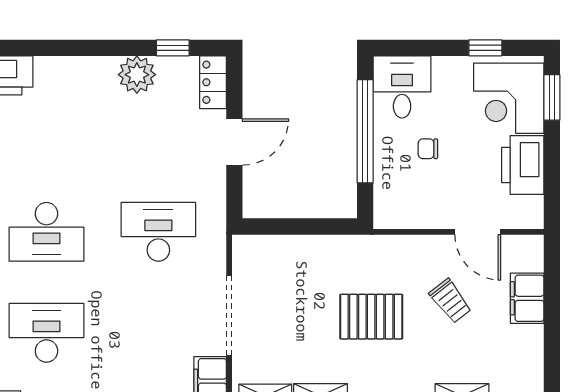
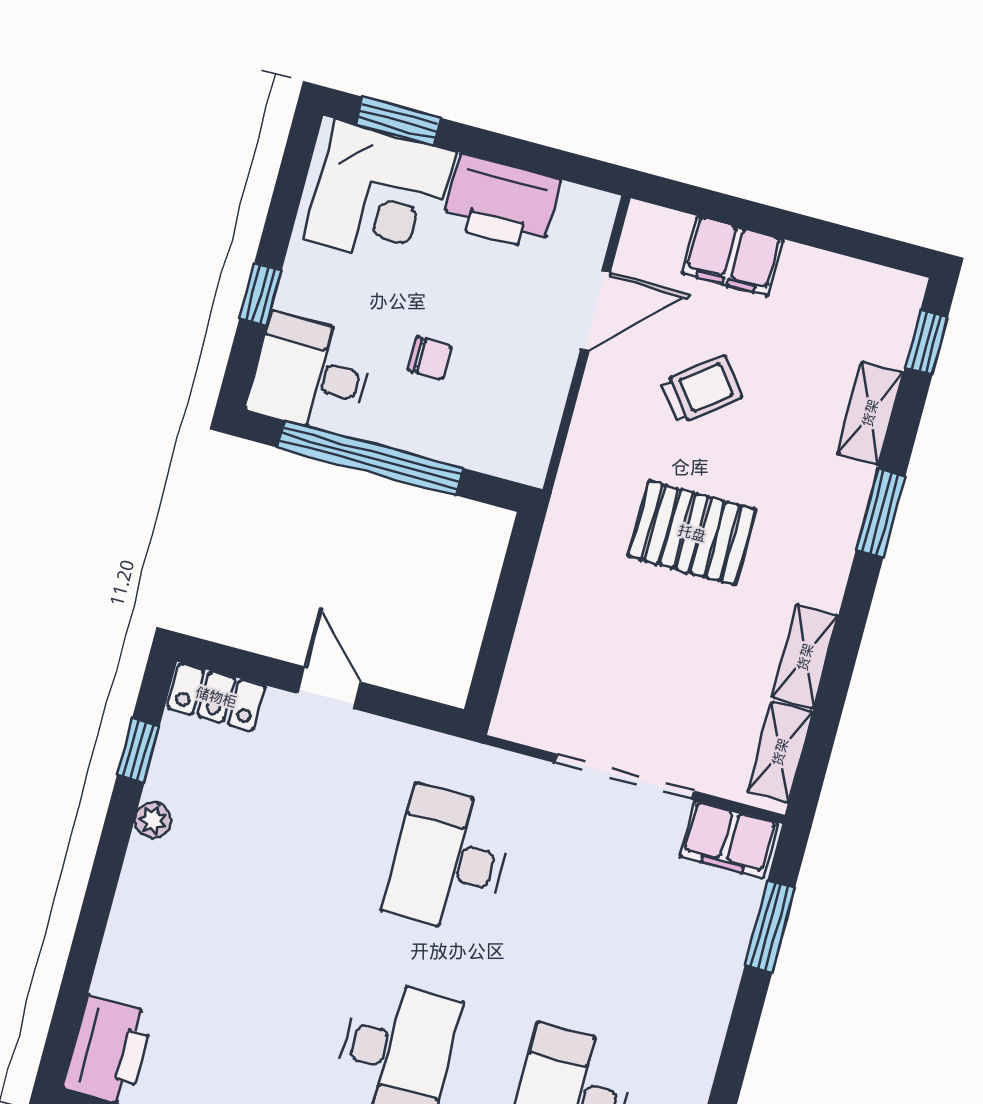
window: (485, 48) -> (261, 294), moved
plant: (137, 75) -> (153, 820), width x0.53, depth x0.53
door: (234, 142) -> (329, 688), width x0.73
chair: (428, 149) -> (430, 358), turned -90
pallet: (371, 317) -> (692, 533), turned 90

